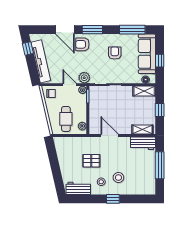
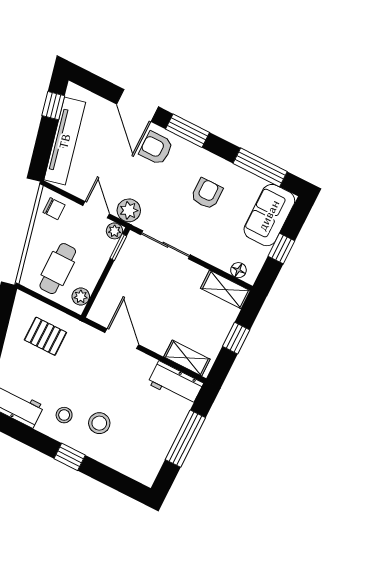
sofa: (147, 54) -> (269, 215), width x0.73
pallet: (91, 161) -> (45, 336), moved

